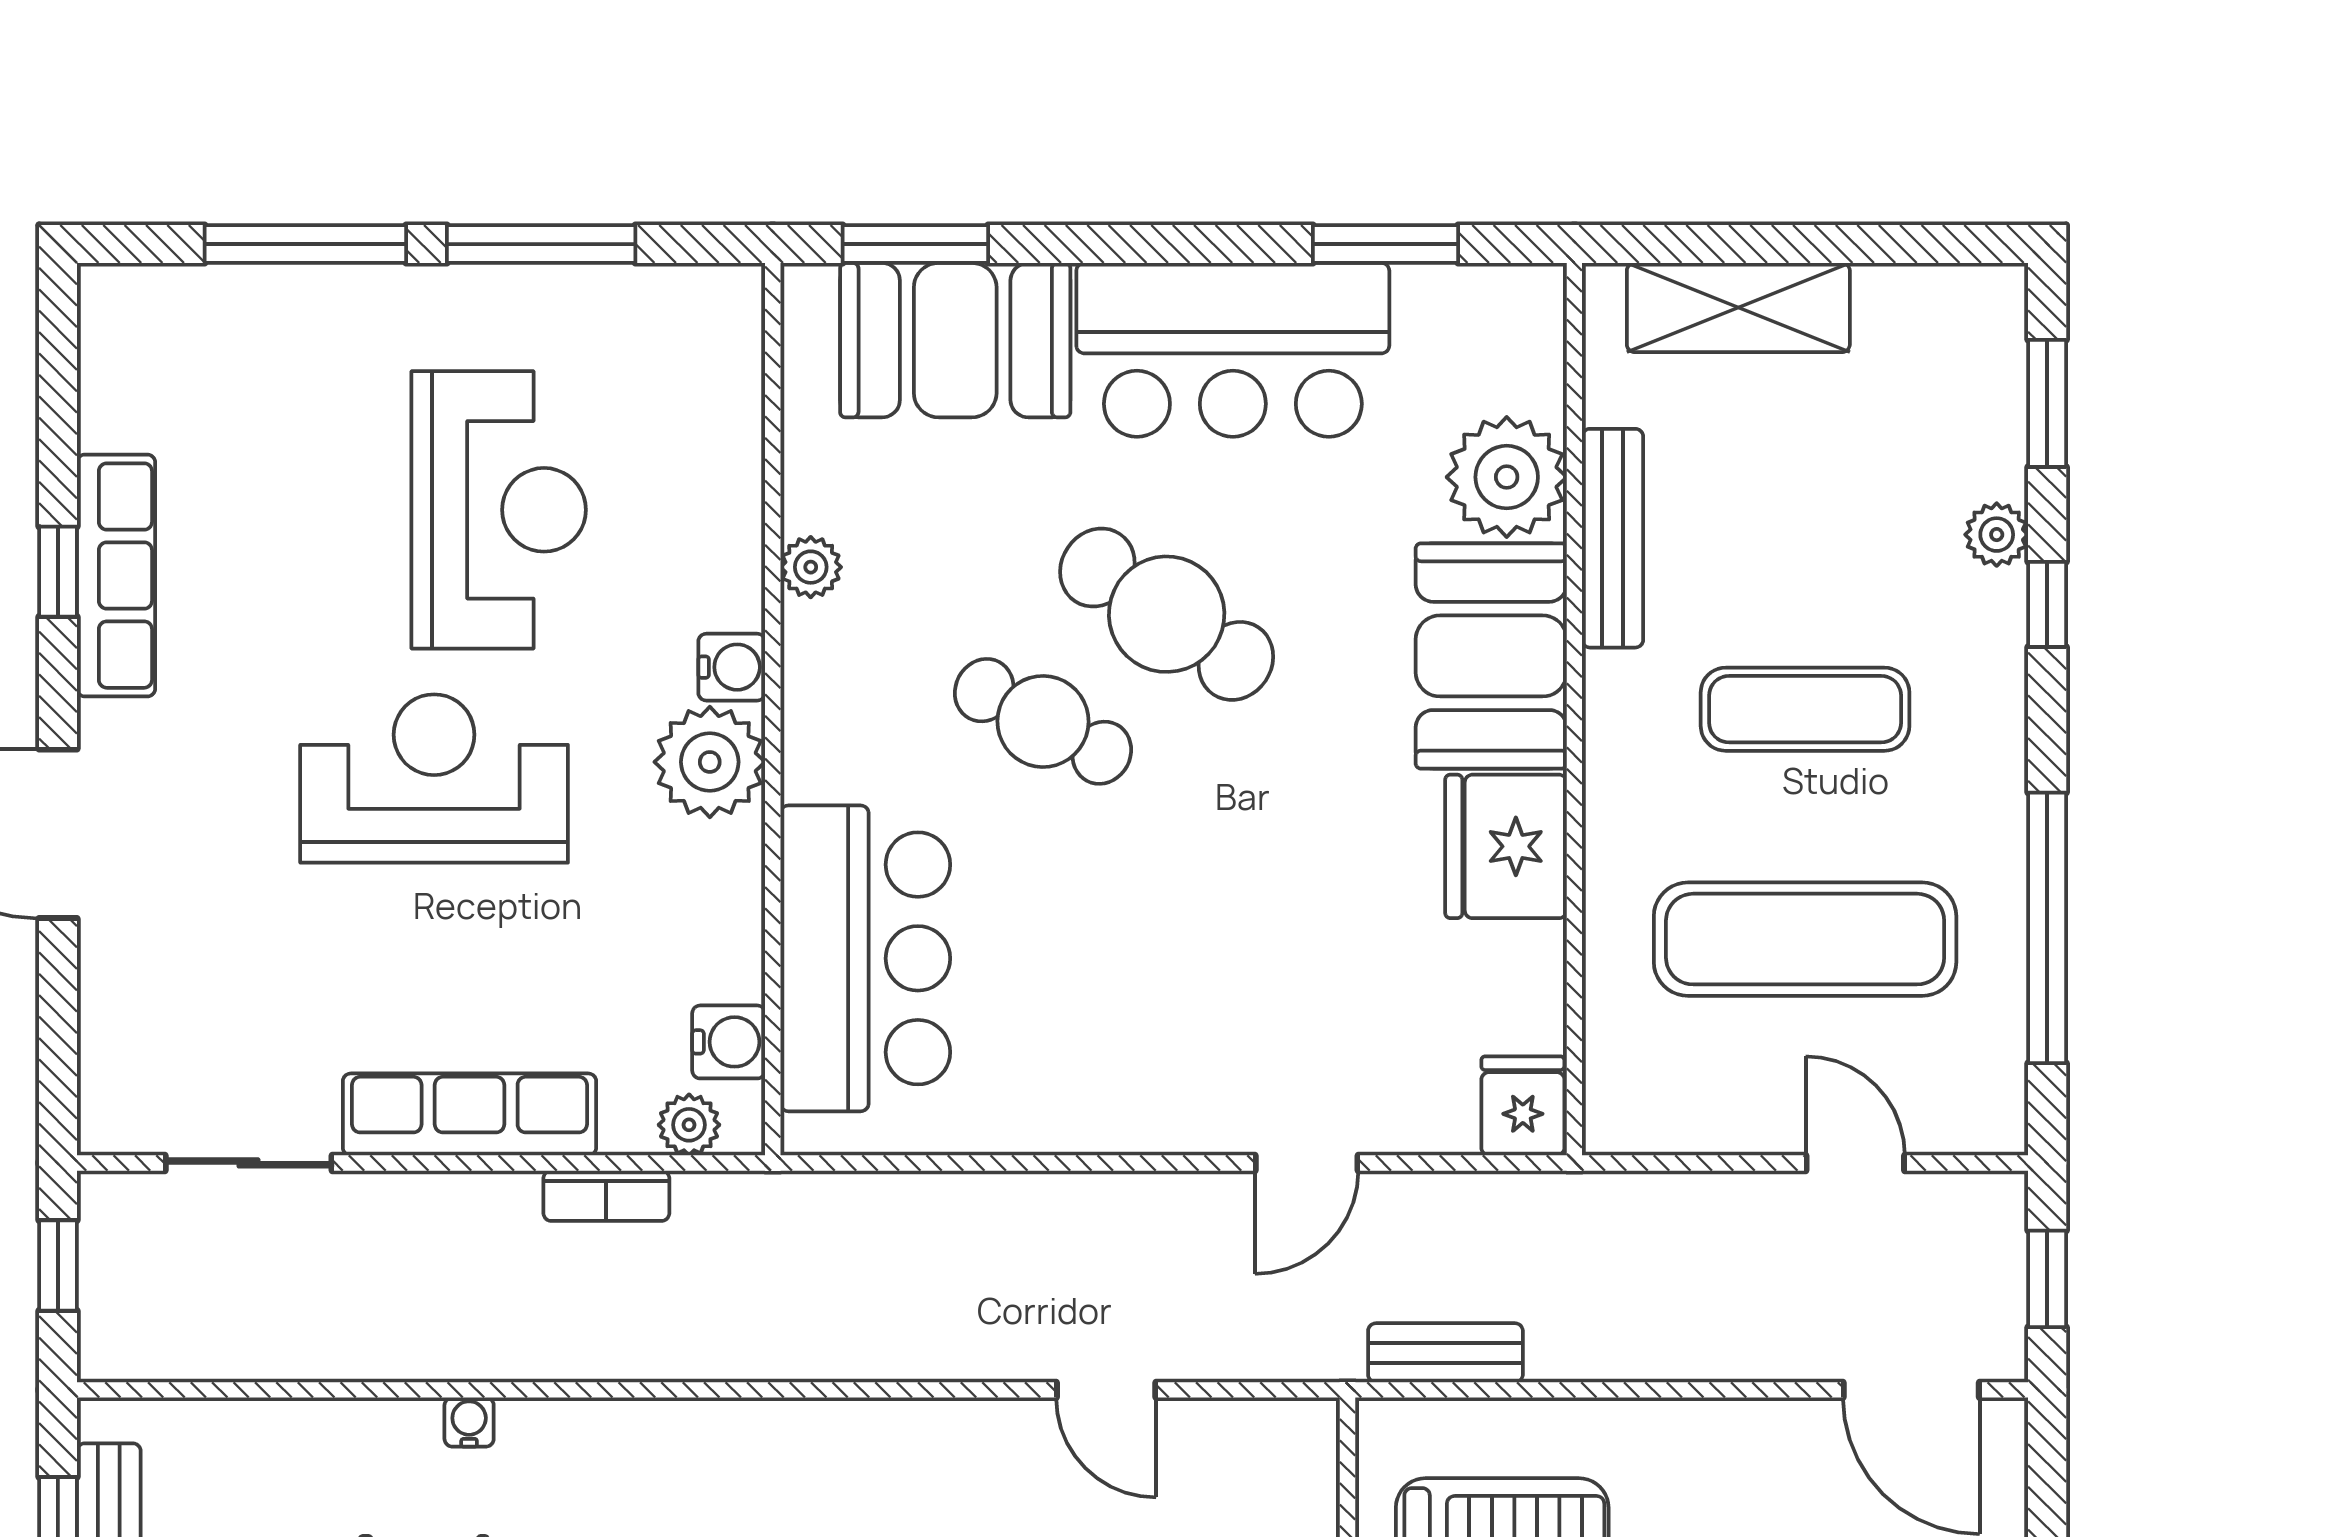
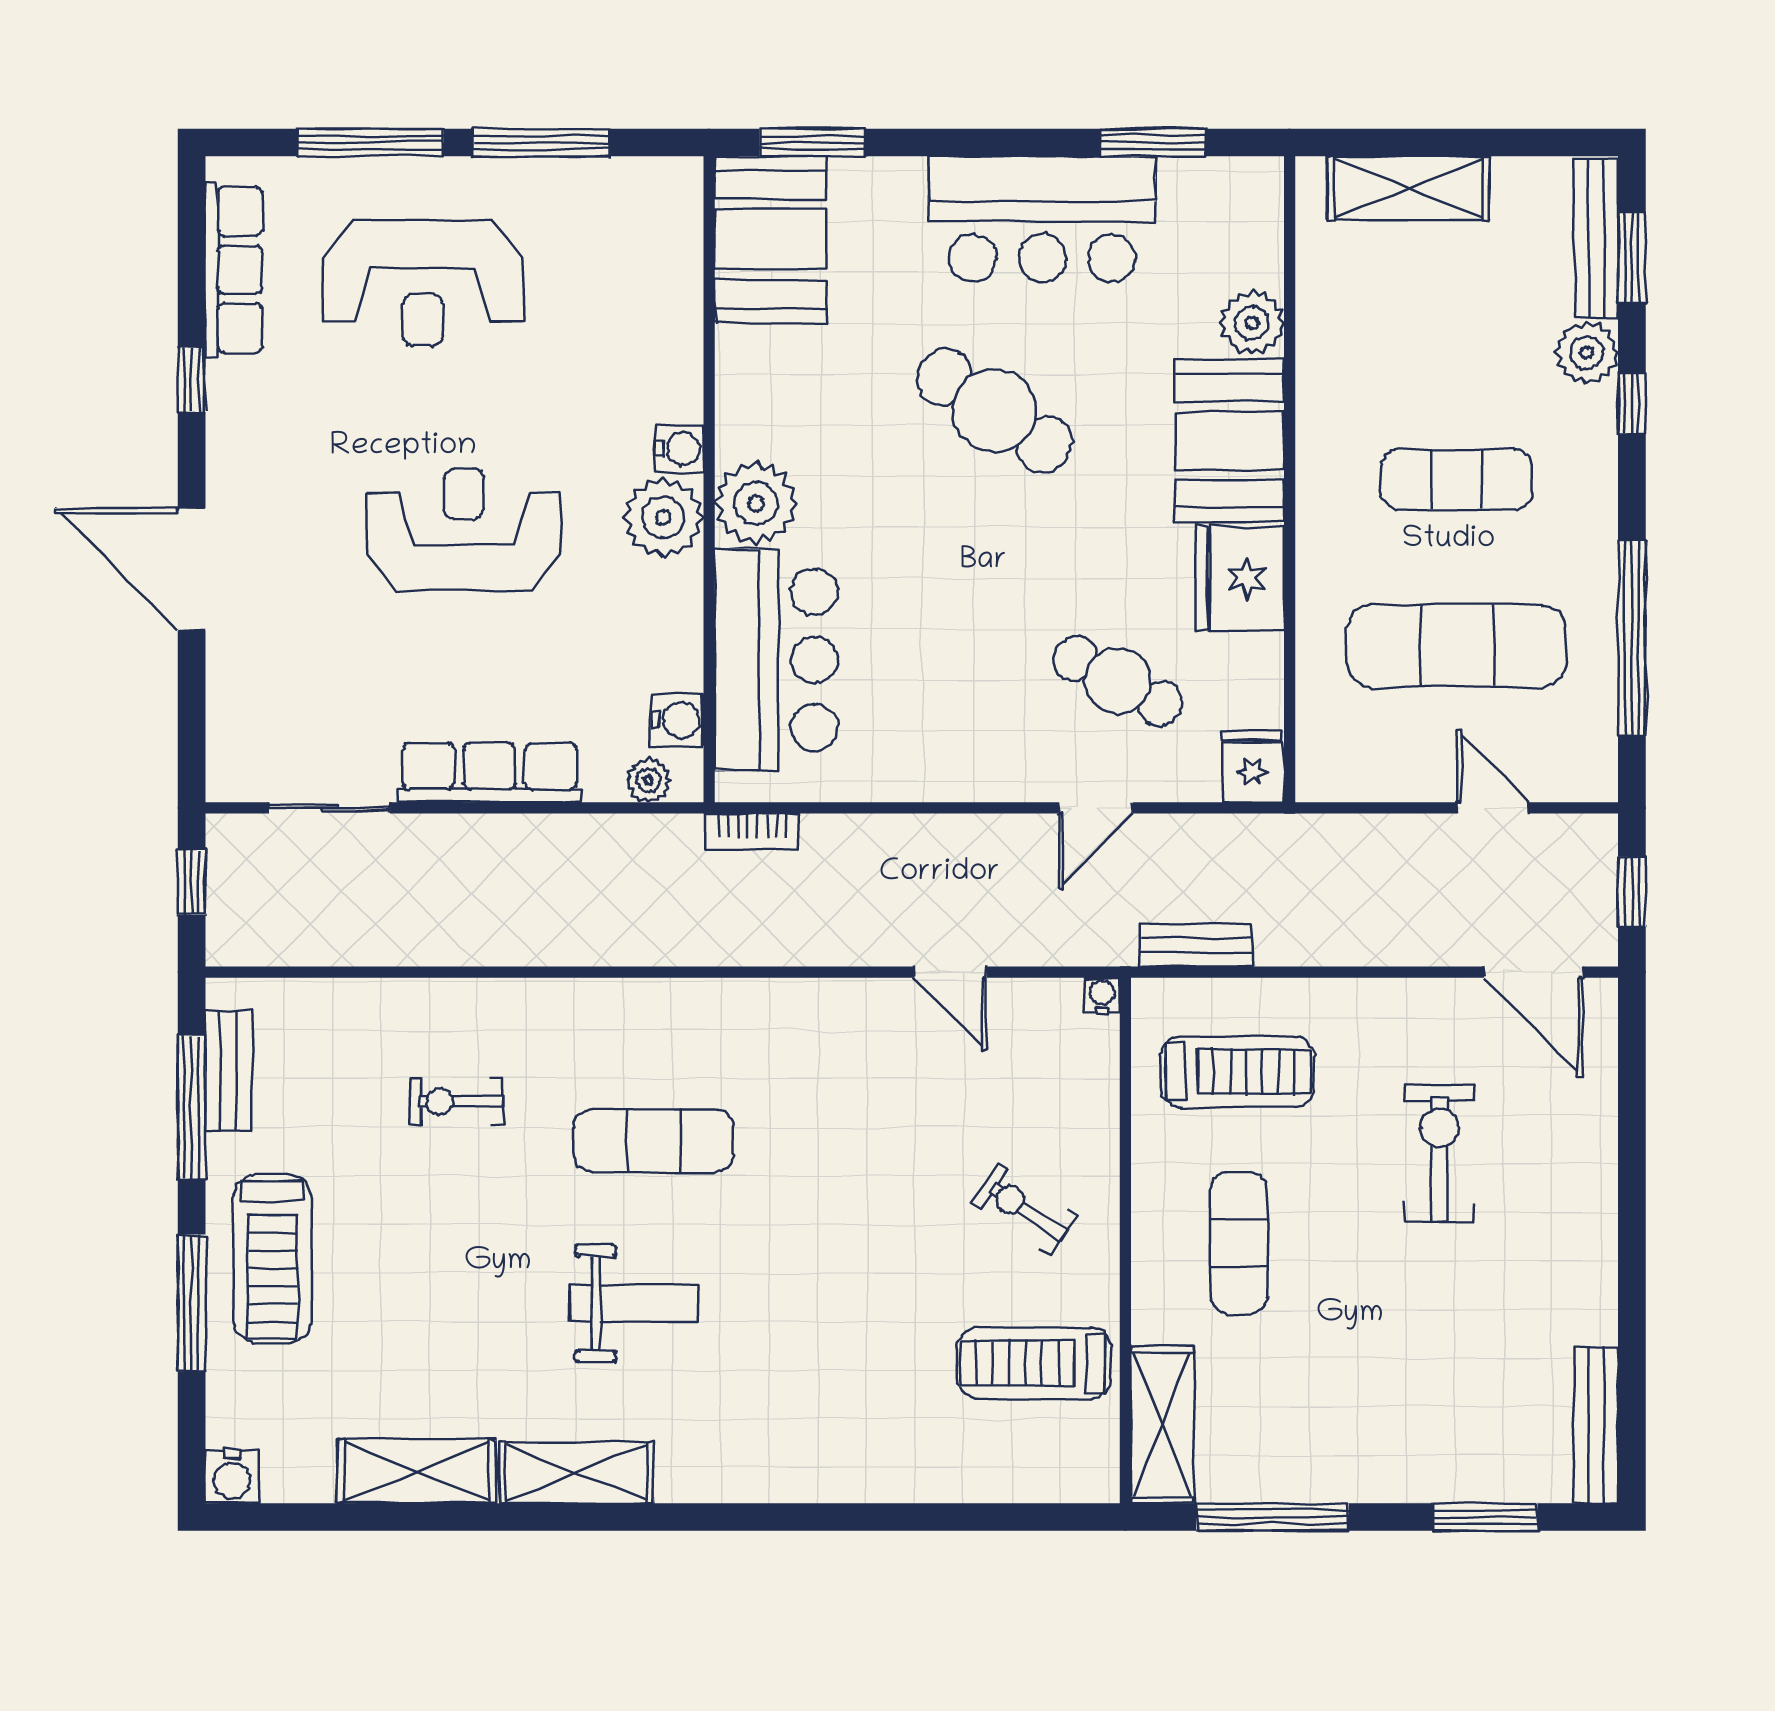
booth: (955, 340) -> (770, 240), moved, turned 90
plant: (1507, 477) -> (1252, 323), width x0.73, depth x0.73
reception desk: (499, 510) -> (423, 283), moved, turned 90
plant: (1997, 535) -> (1587, 353), width x1.38, depth x1.38
bench: (1613, 538) -> (1596, 238), moved
plant: (811, 567) -> (756, 503), moved, width x1.87, depth x1.87
row of seats: (116, 576) -> (234, 270), moved
cafe table: (1043, 721) -> (1118, 681), moved
bookcase: (606, 1196) -> (752, 832), moved
water cooler: (469, 1422) -> (1102, 995), moved

